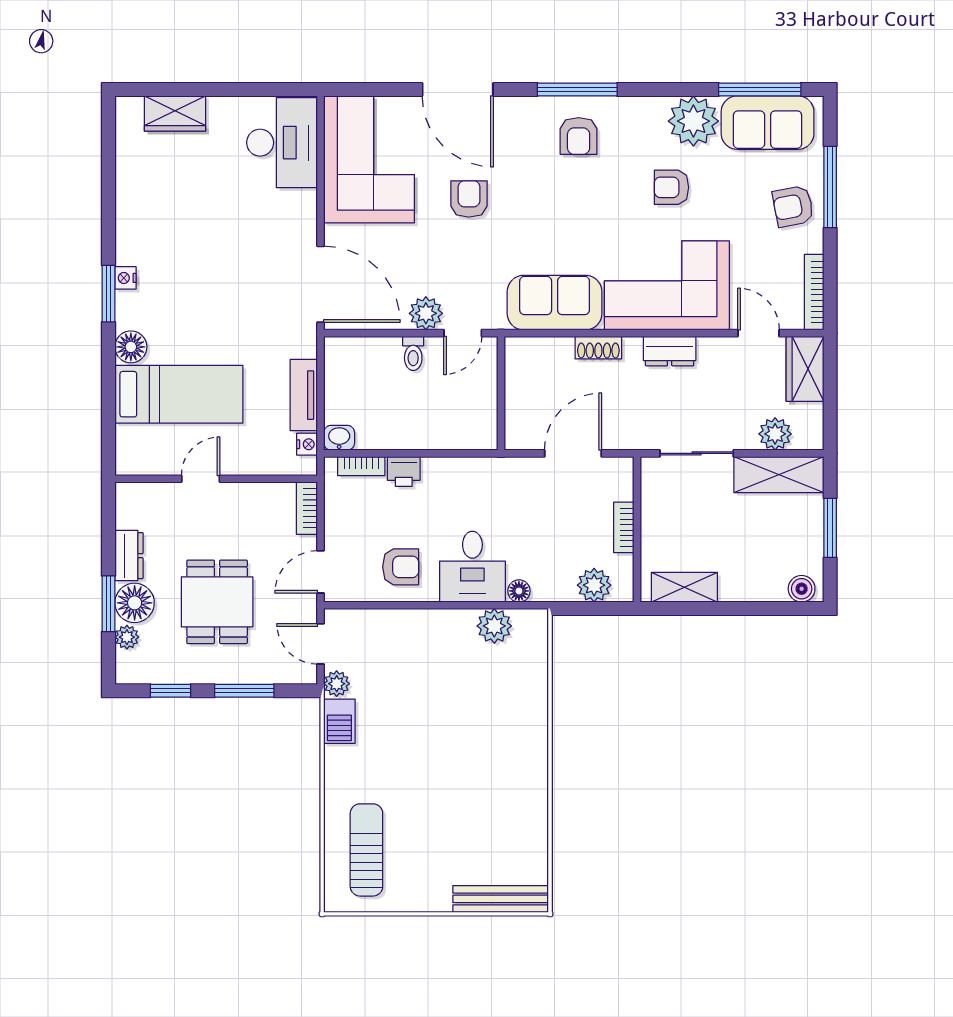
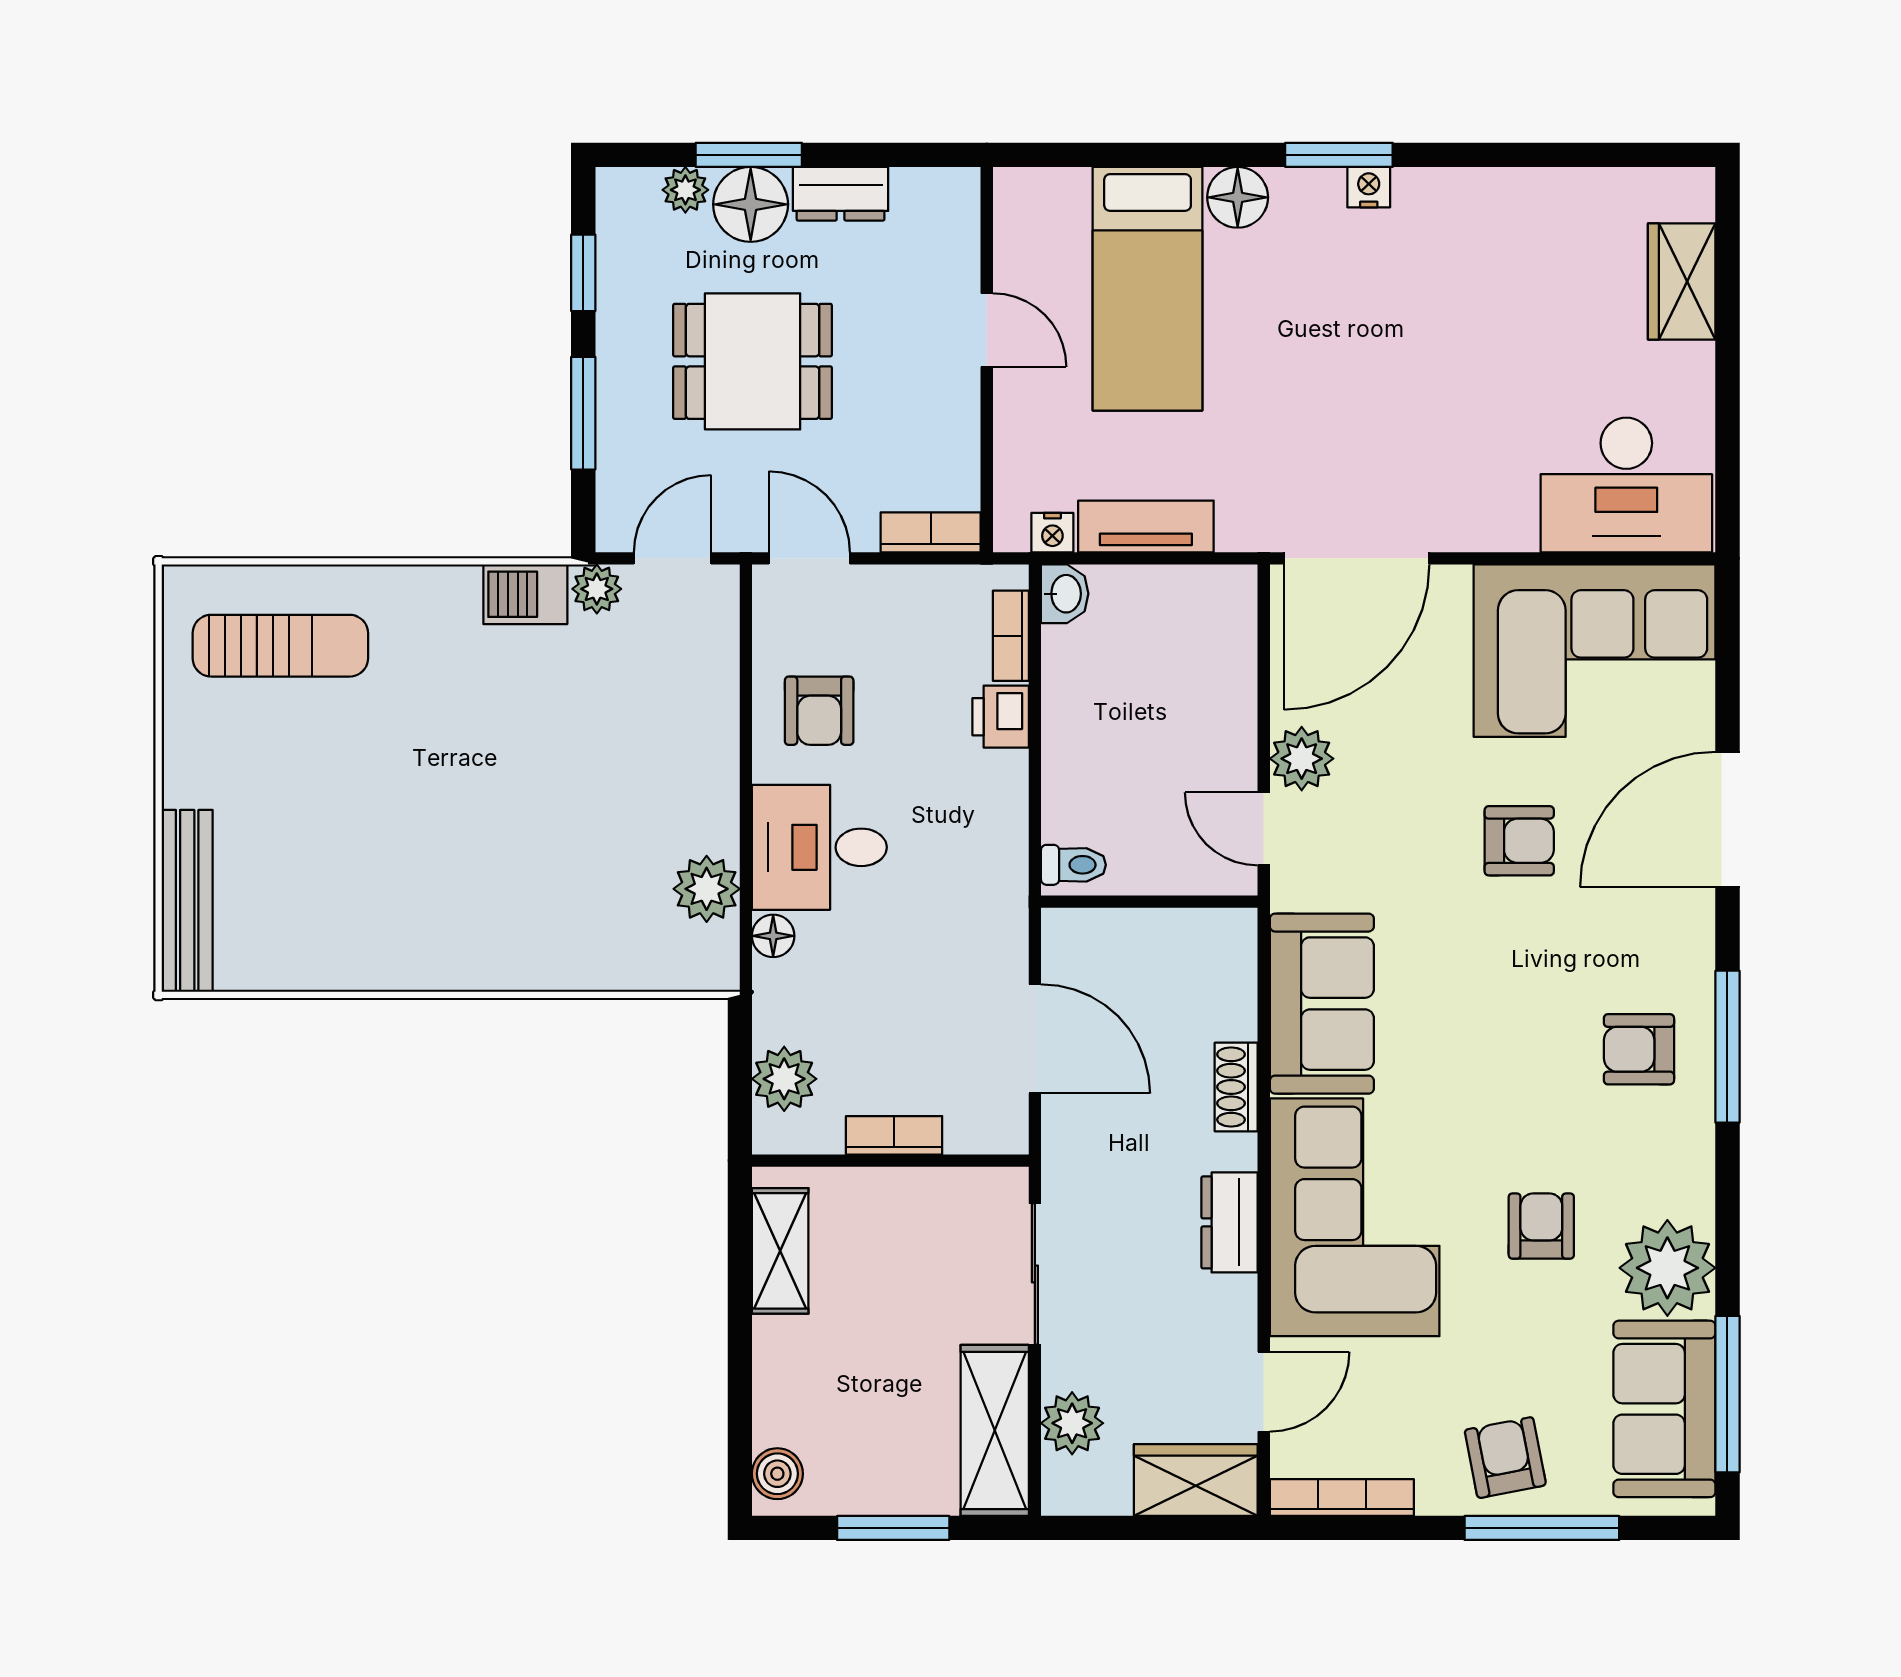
toilet: (413, 353) -> (1073, 865), moved, turned 180

